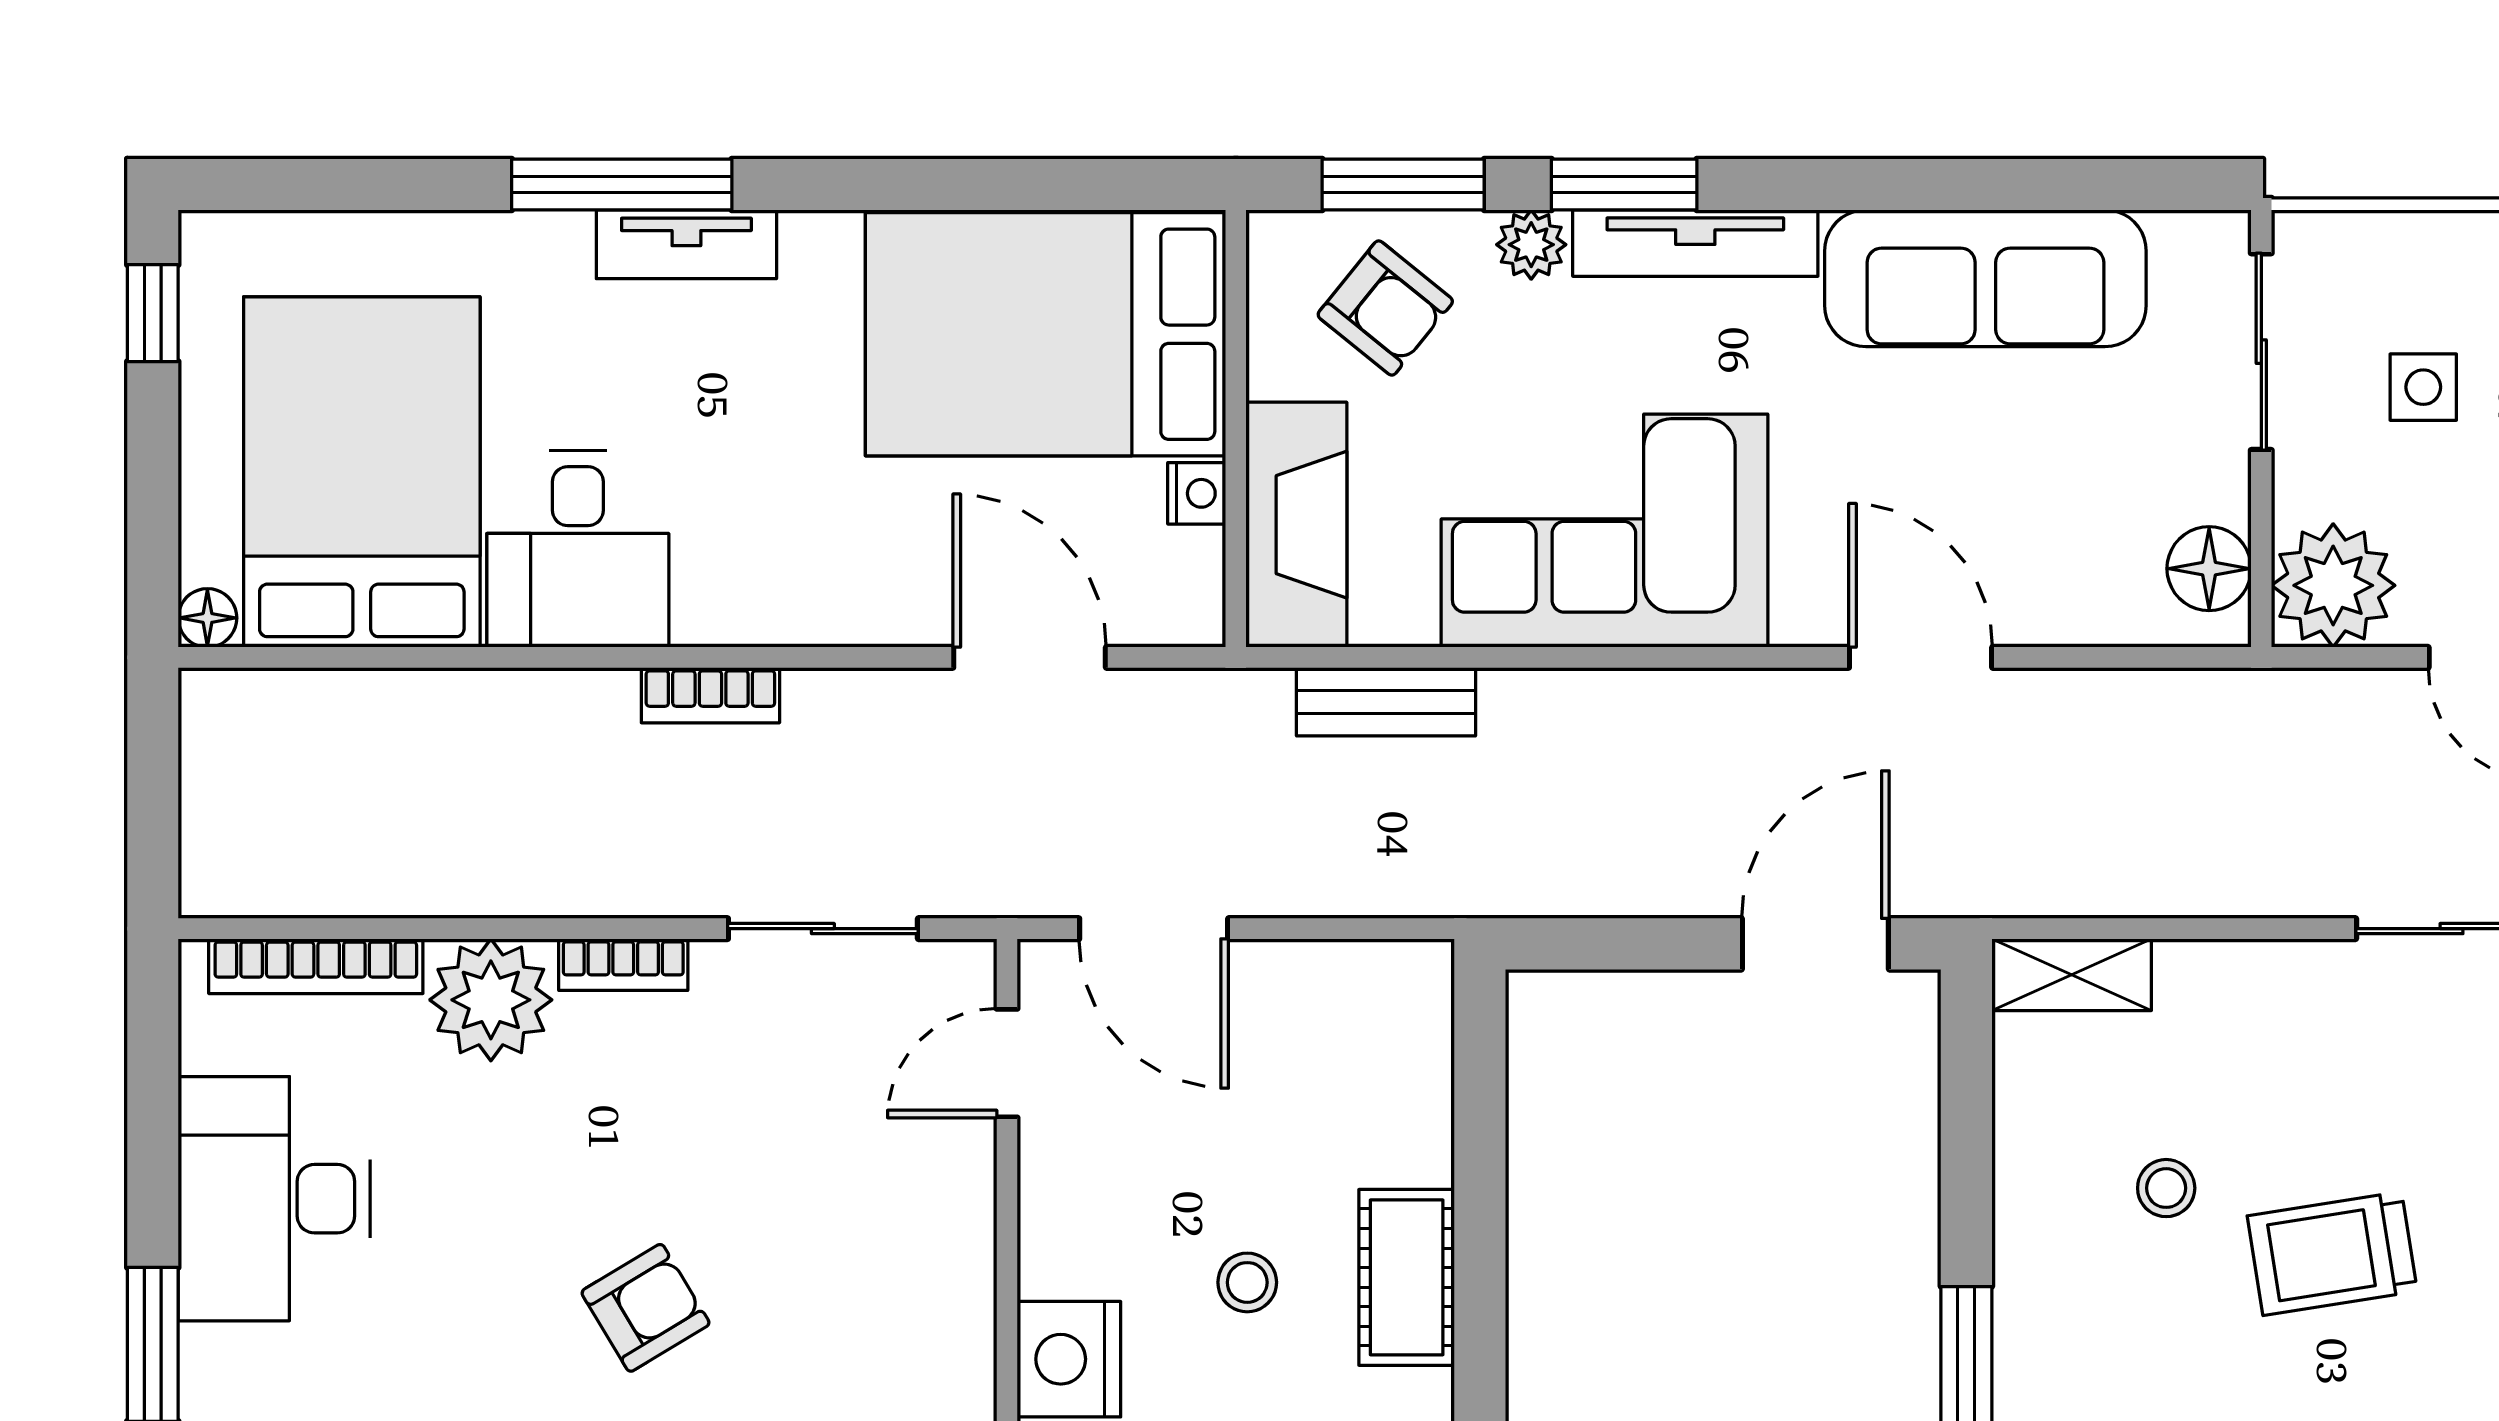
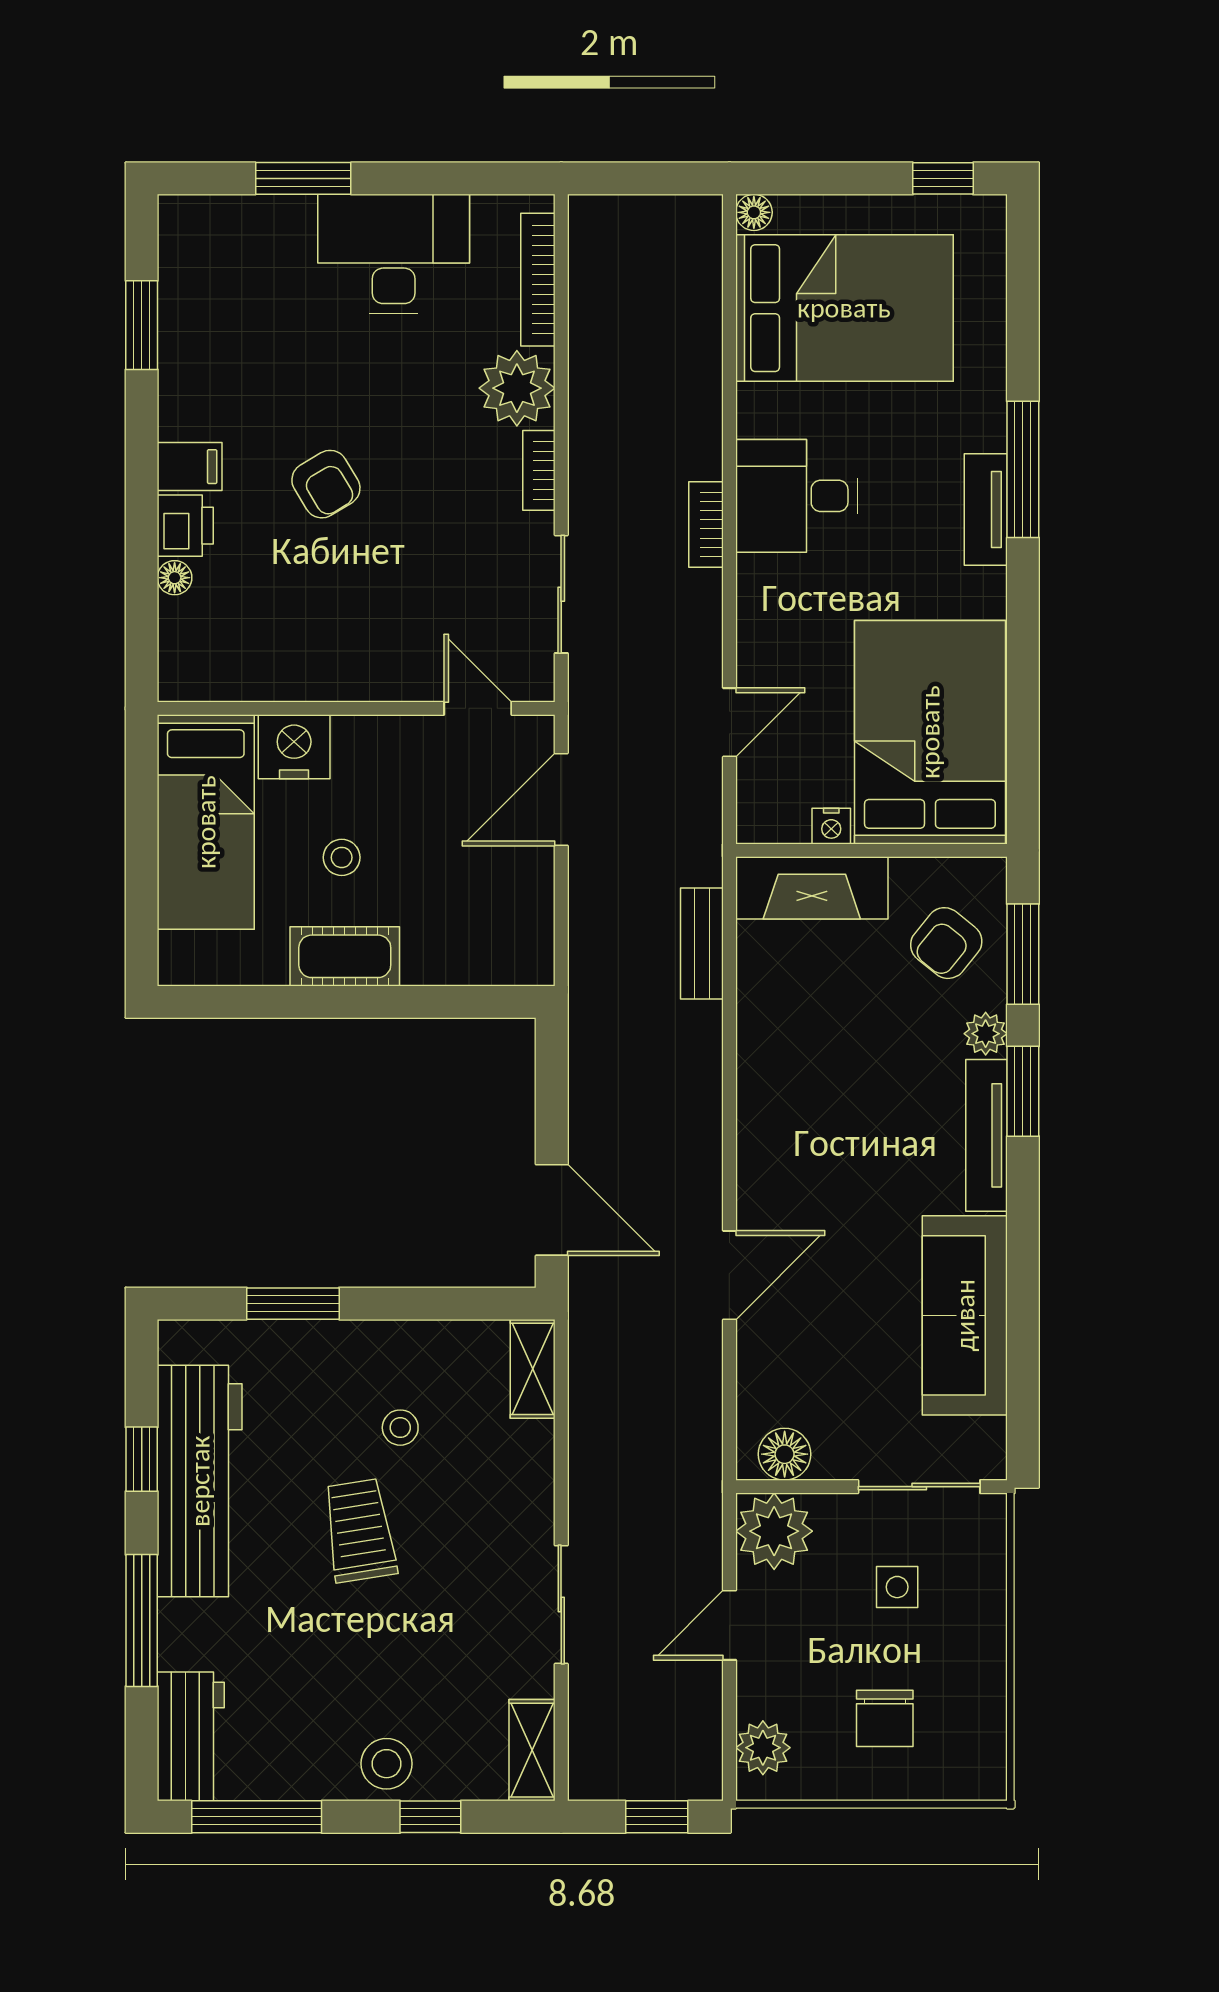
corner sofa: (1604, 531) -> (808, 1079), removed
desk: (578, 549) -> (797, 496), moved
door: (1030, 657) -> (729, 722), width x0.73

